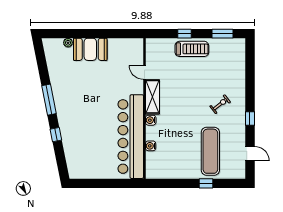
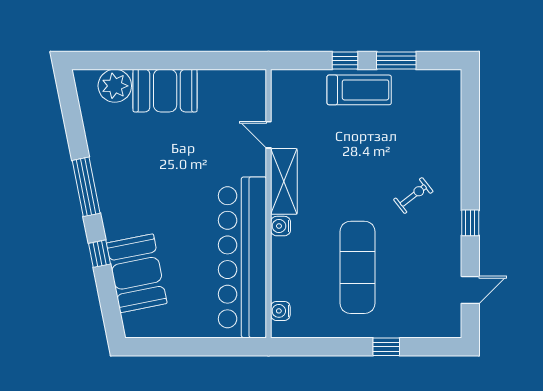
window: (222, 34) -> (396, 61), moved
plant: (68, 43) -> (115, 86), width x1.87, depth x1.87
booth: (75, 145) -> (137, 273), added
water cooler: (151, 146) -> (280, 311), moved
exercise mat: (210, 151) -> (357, 267), moved
door: (250, 154) -> (470, 290), hinge flipped

